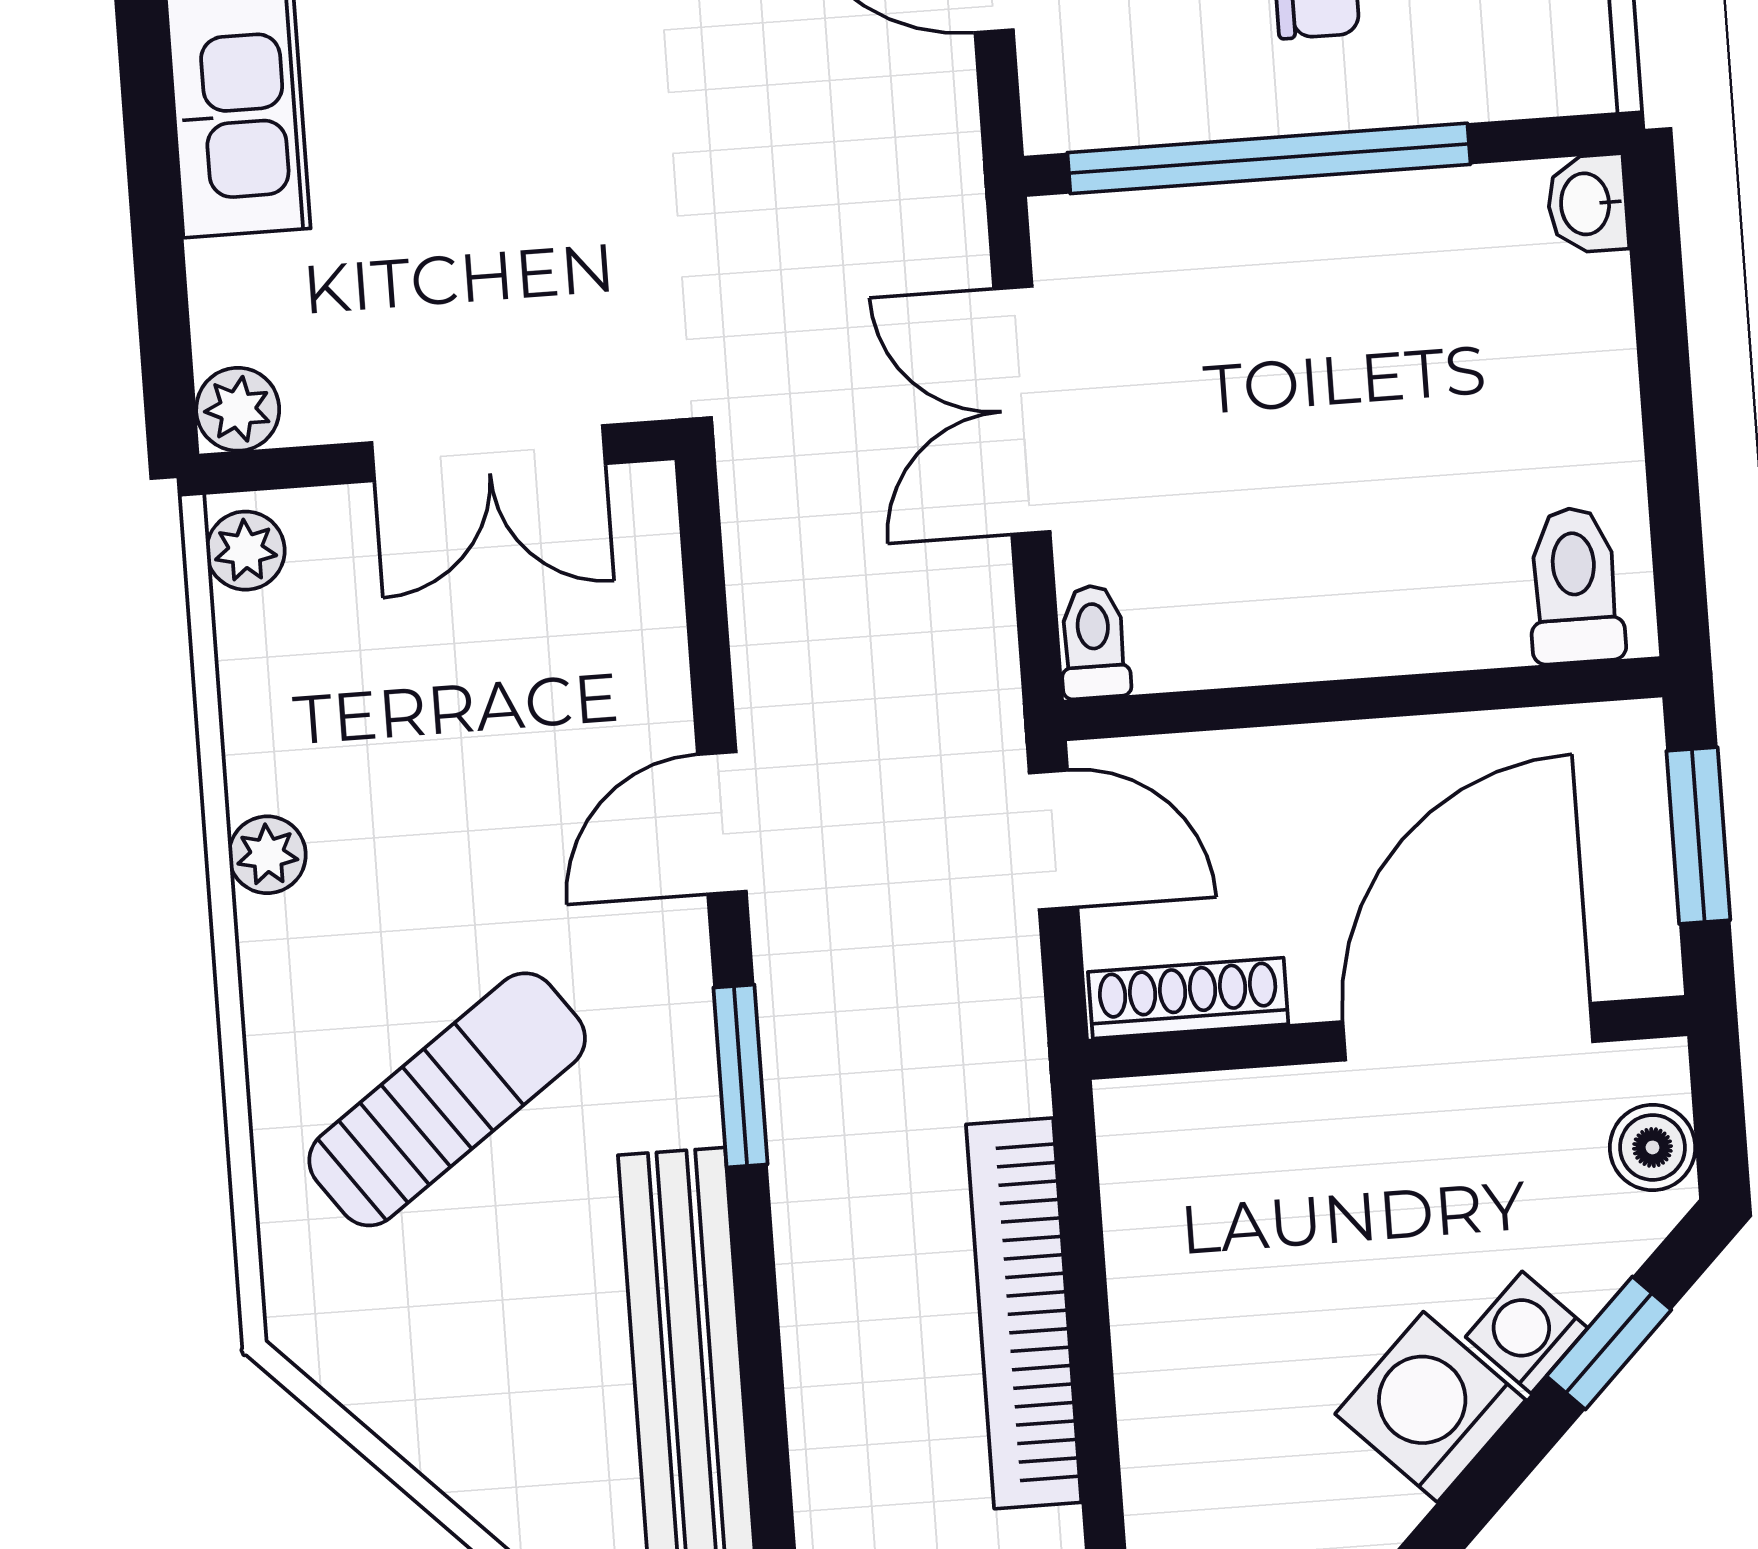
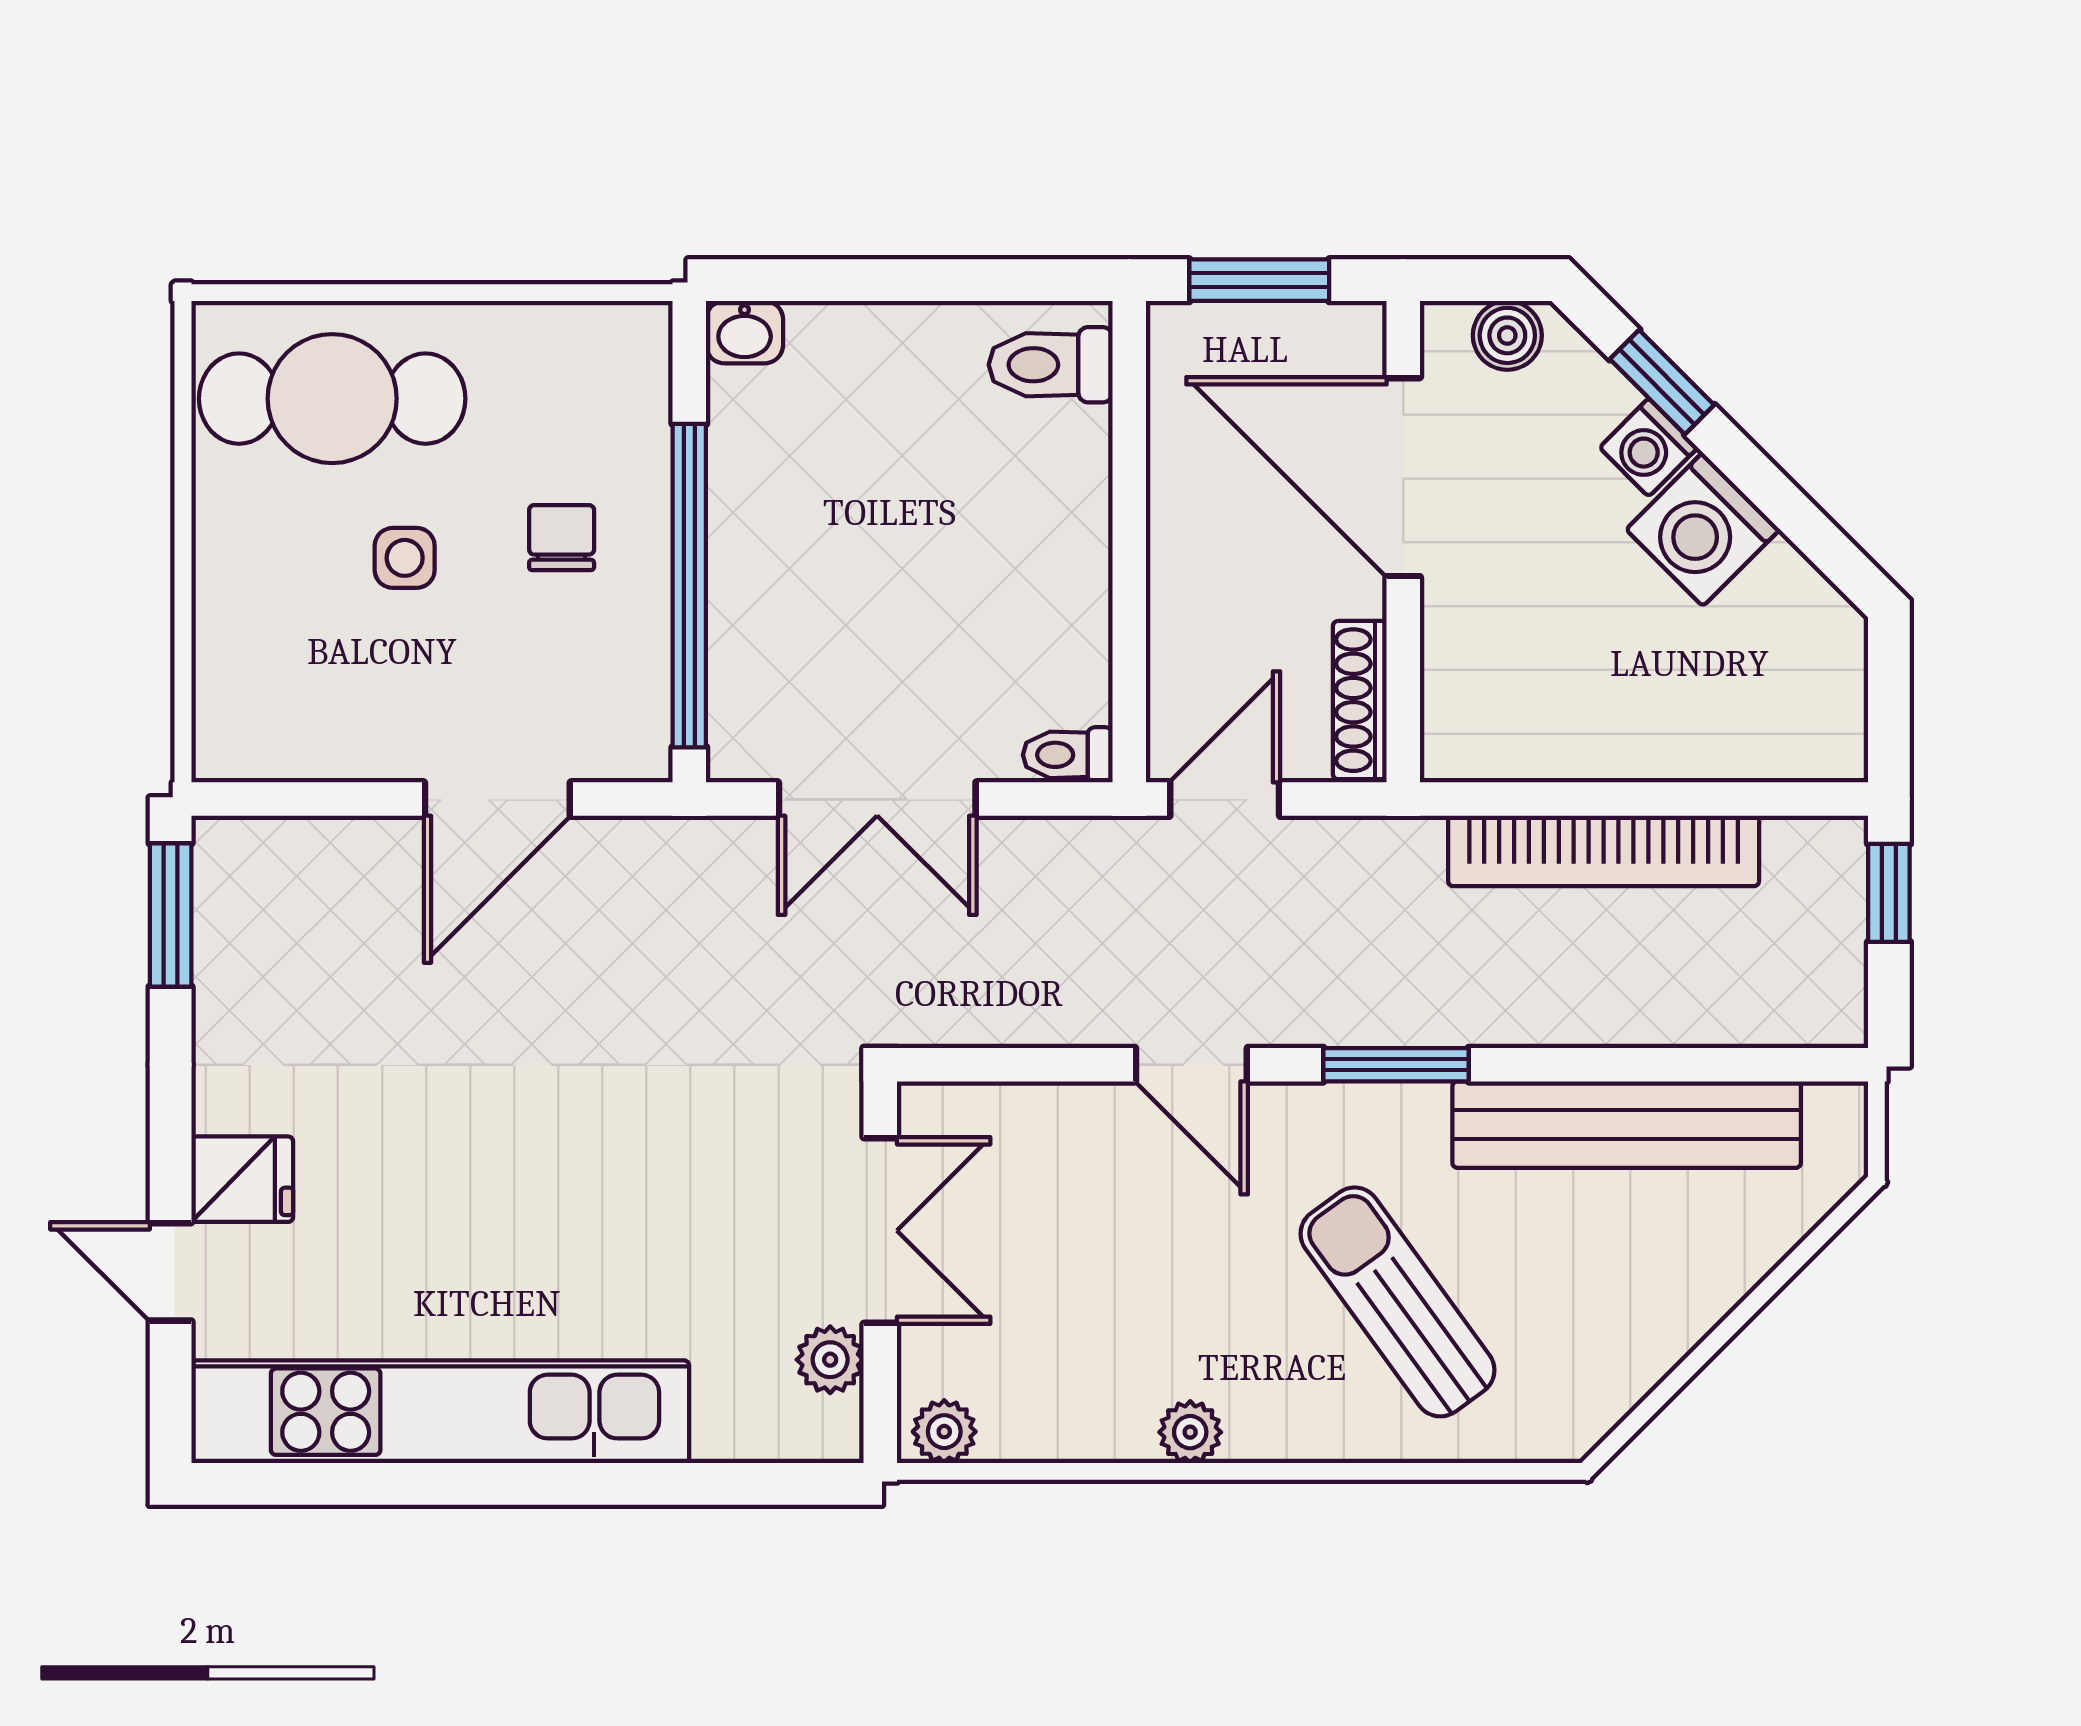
plant: (238, 409) -> (830, 1360), moved

